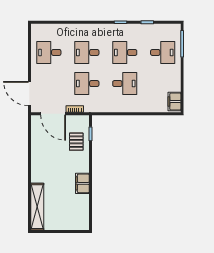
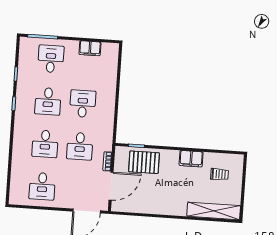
filing cabinet: (174, 102) -> (90, 48), moved
pallet: (76, 142) -> (144, 162), width x1.50, depth x1.42
trolley: (70, 210) -> (219, 174), added

